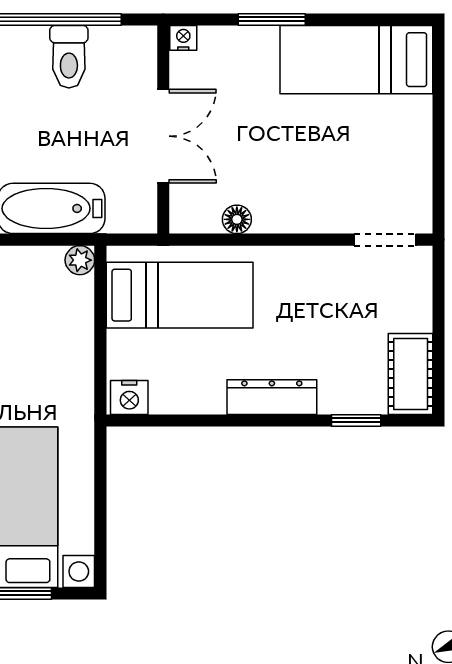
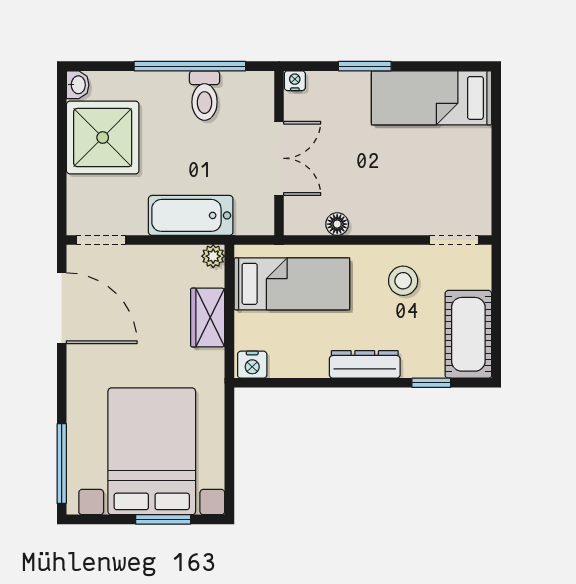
stool: (320, 291) -> (403, 281), added
wardrobe: (73, 338) -> (208, 317), added
cot: (411, 374) -> (468, 334), width x1.37, depth x1.34

